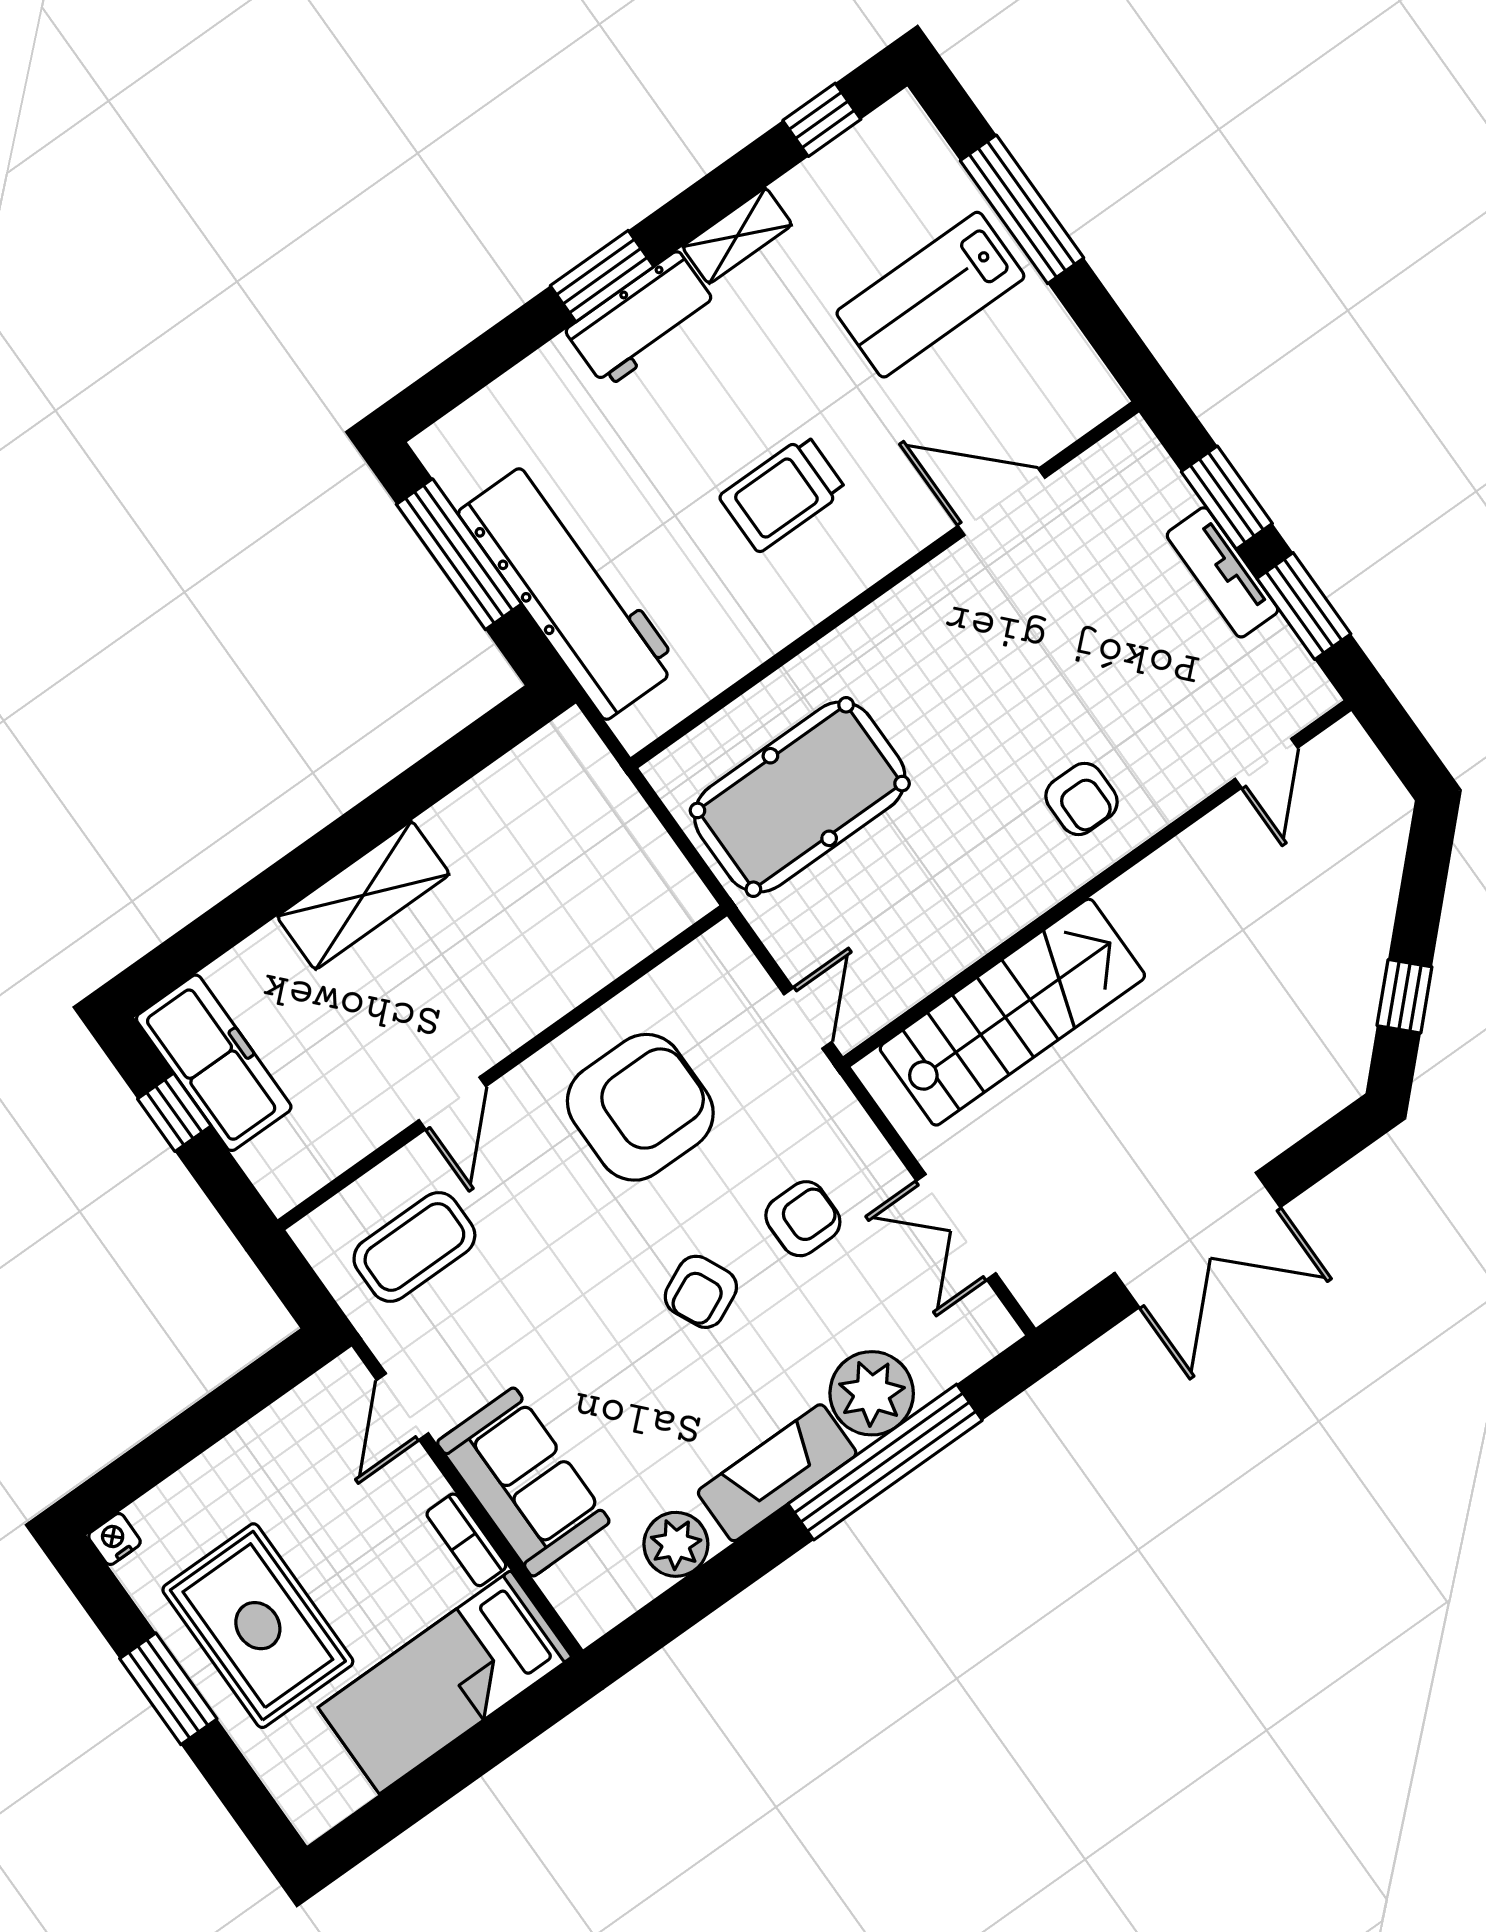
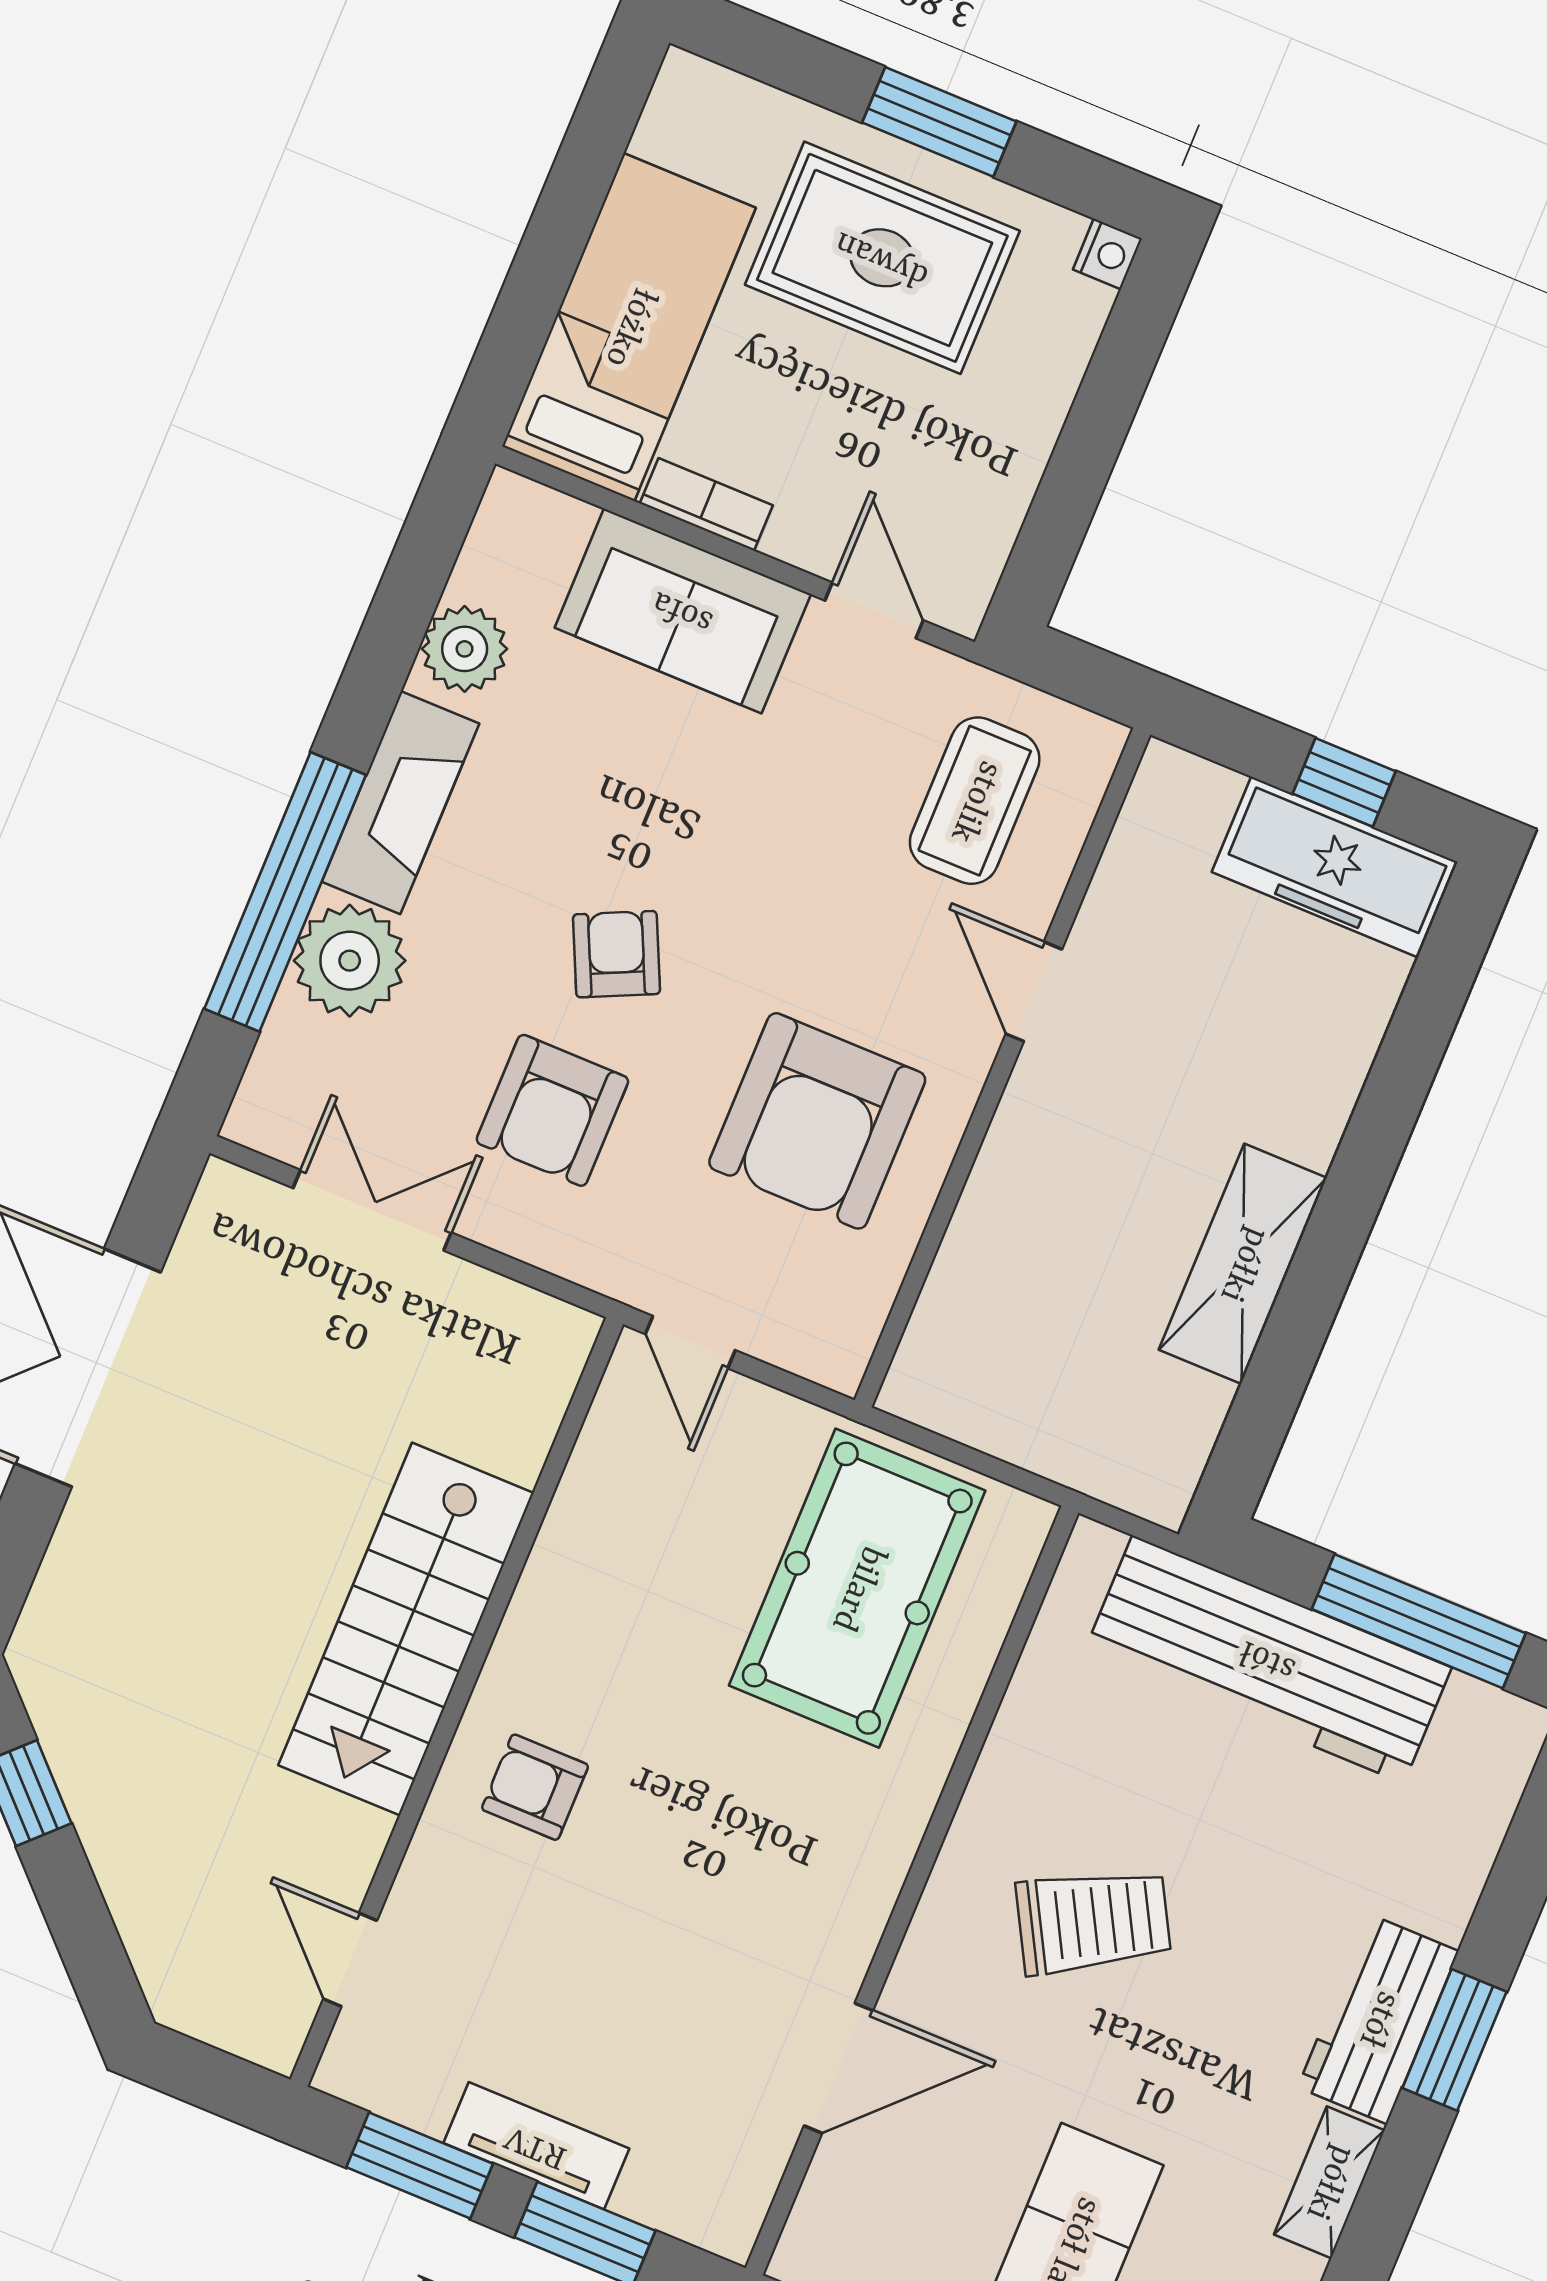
trolley: (783, 494) -> (1093, 1921), turned 61
shelving: (363, 895) -> (1243, 1264), moved
stairs: (1012, 1012) -> (406, 1629), moved
armchair: (803, 1219) -> (552, 1110), width x1.38, depth x1.38

